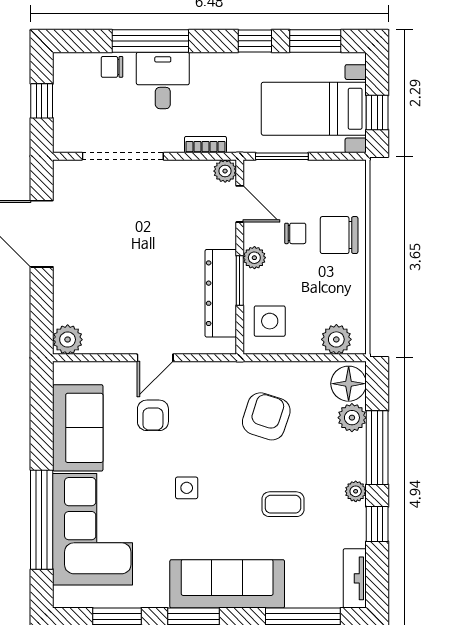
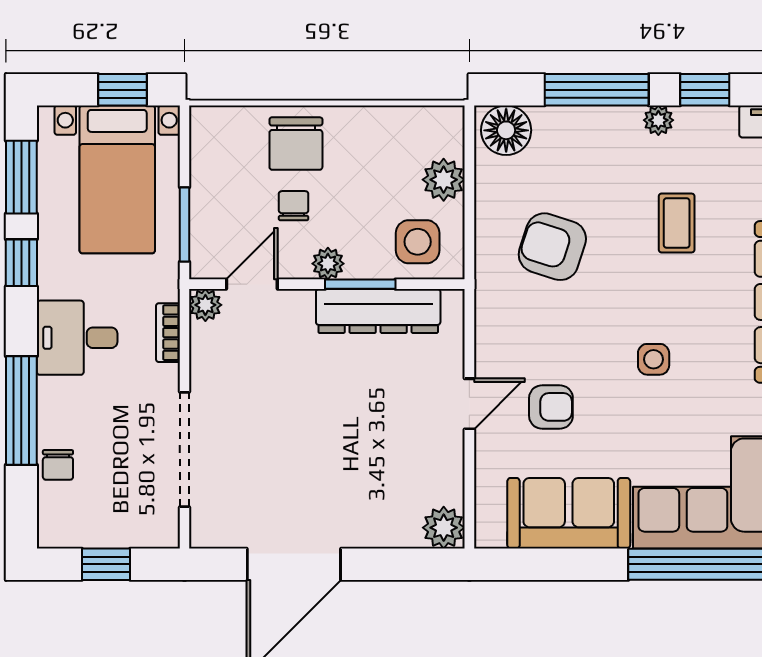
desk: (163, 80) -> (77, 338), moved
plant: (336, 339) -> (444, 180), moved
door: (155, 358) -> (469, 404), hinge flipped
plant: (352, 418) -> (554, 125), removed

